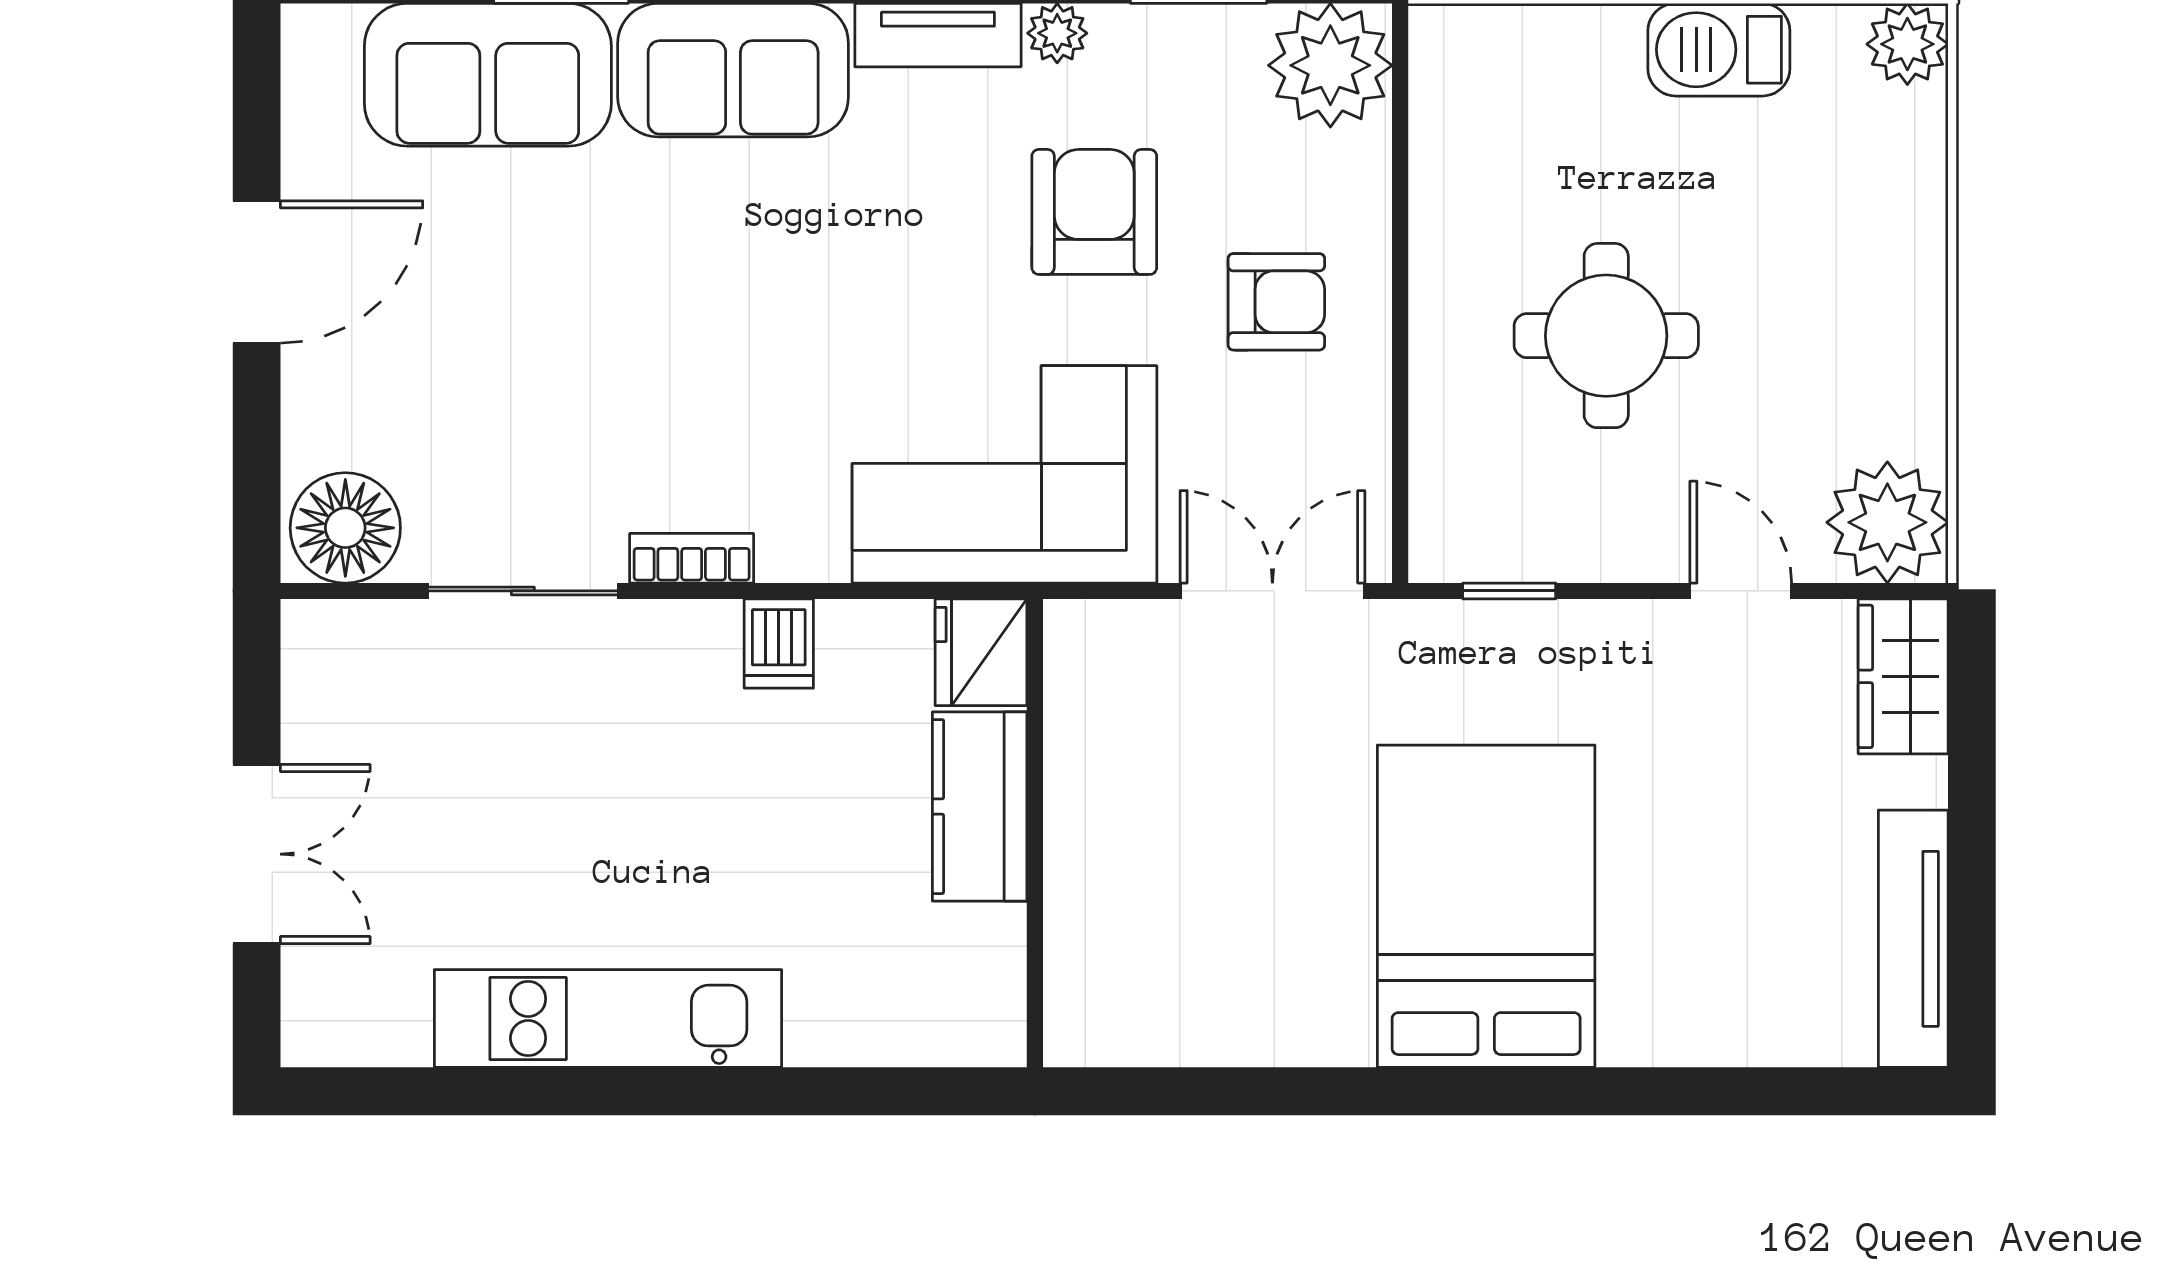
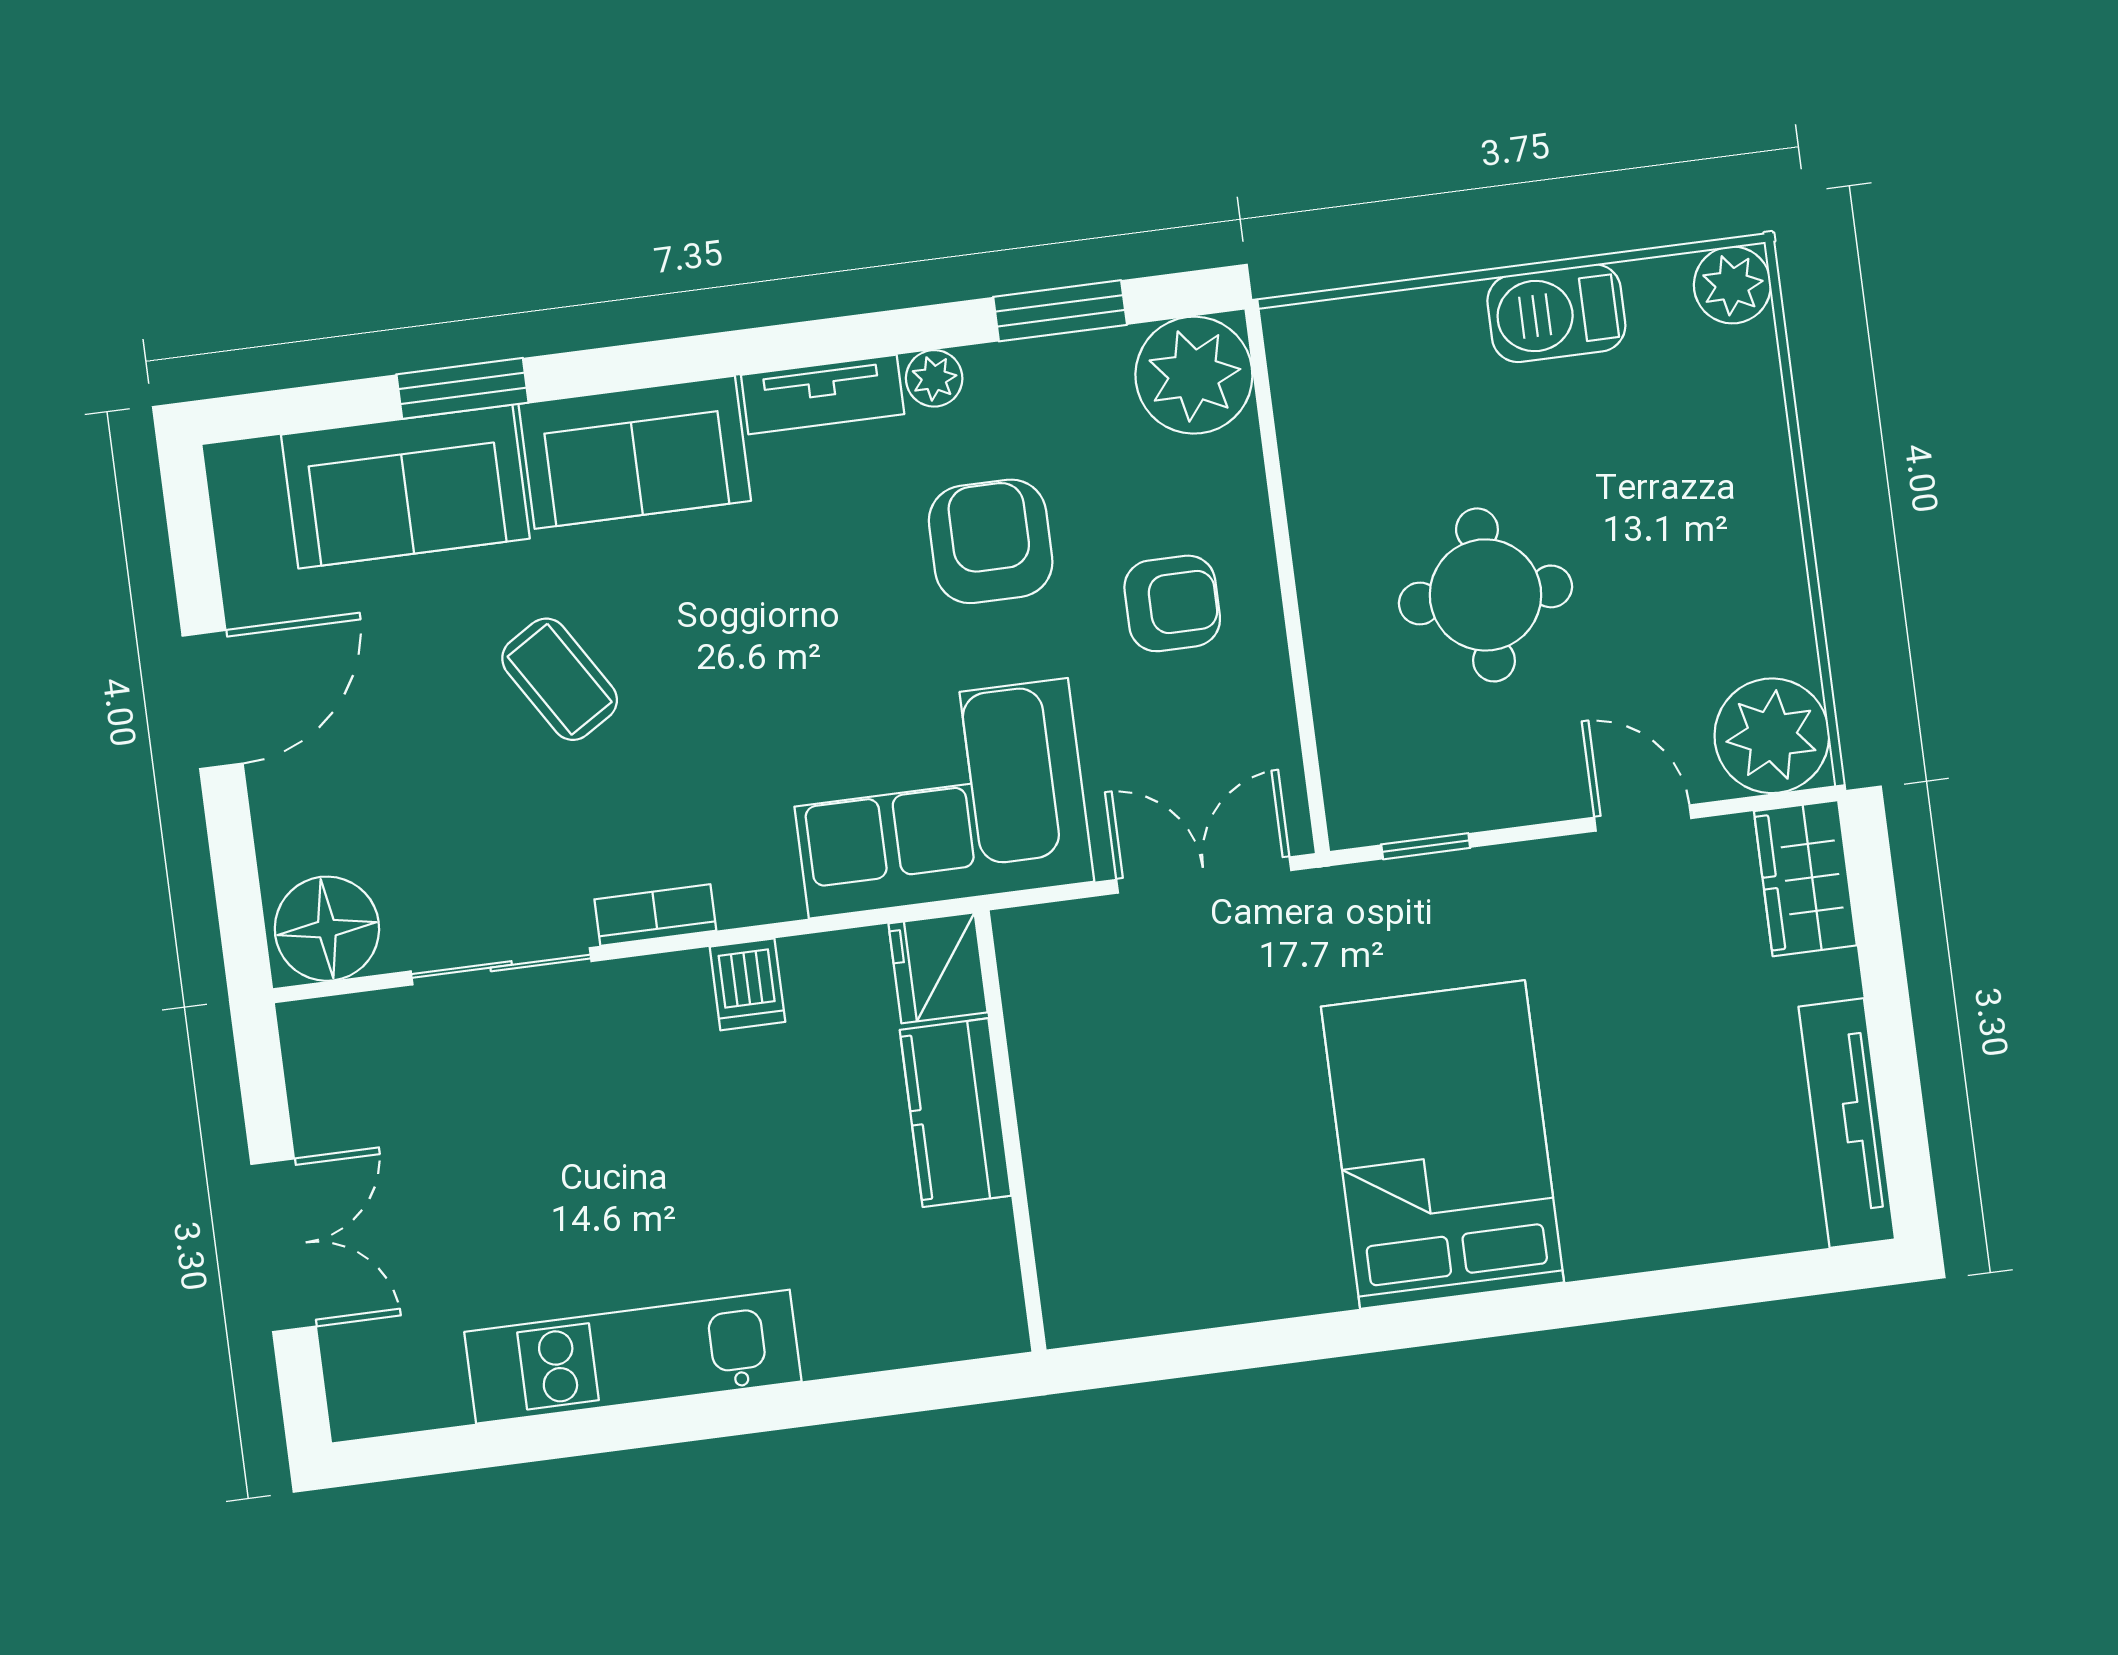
coffee table: (623, 298) -> (560, 679), added

